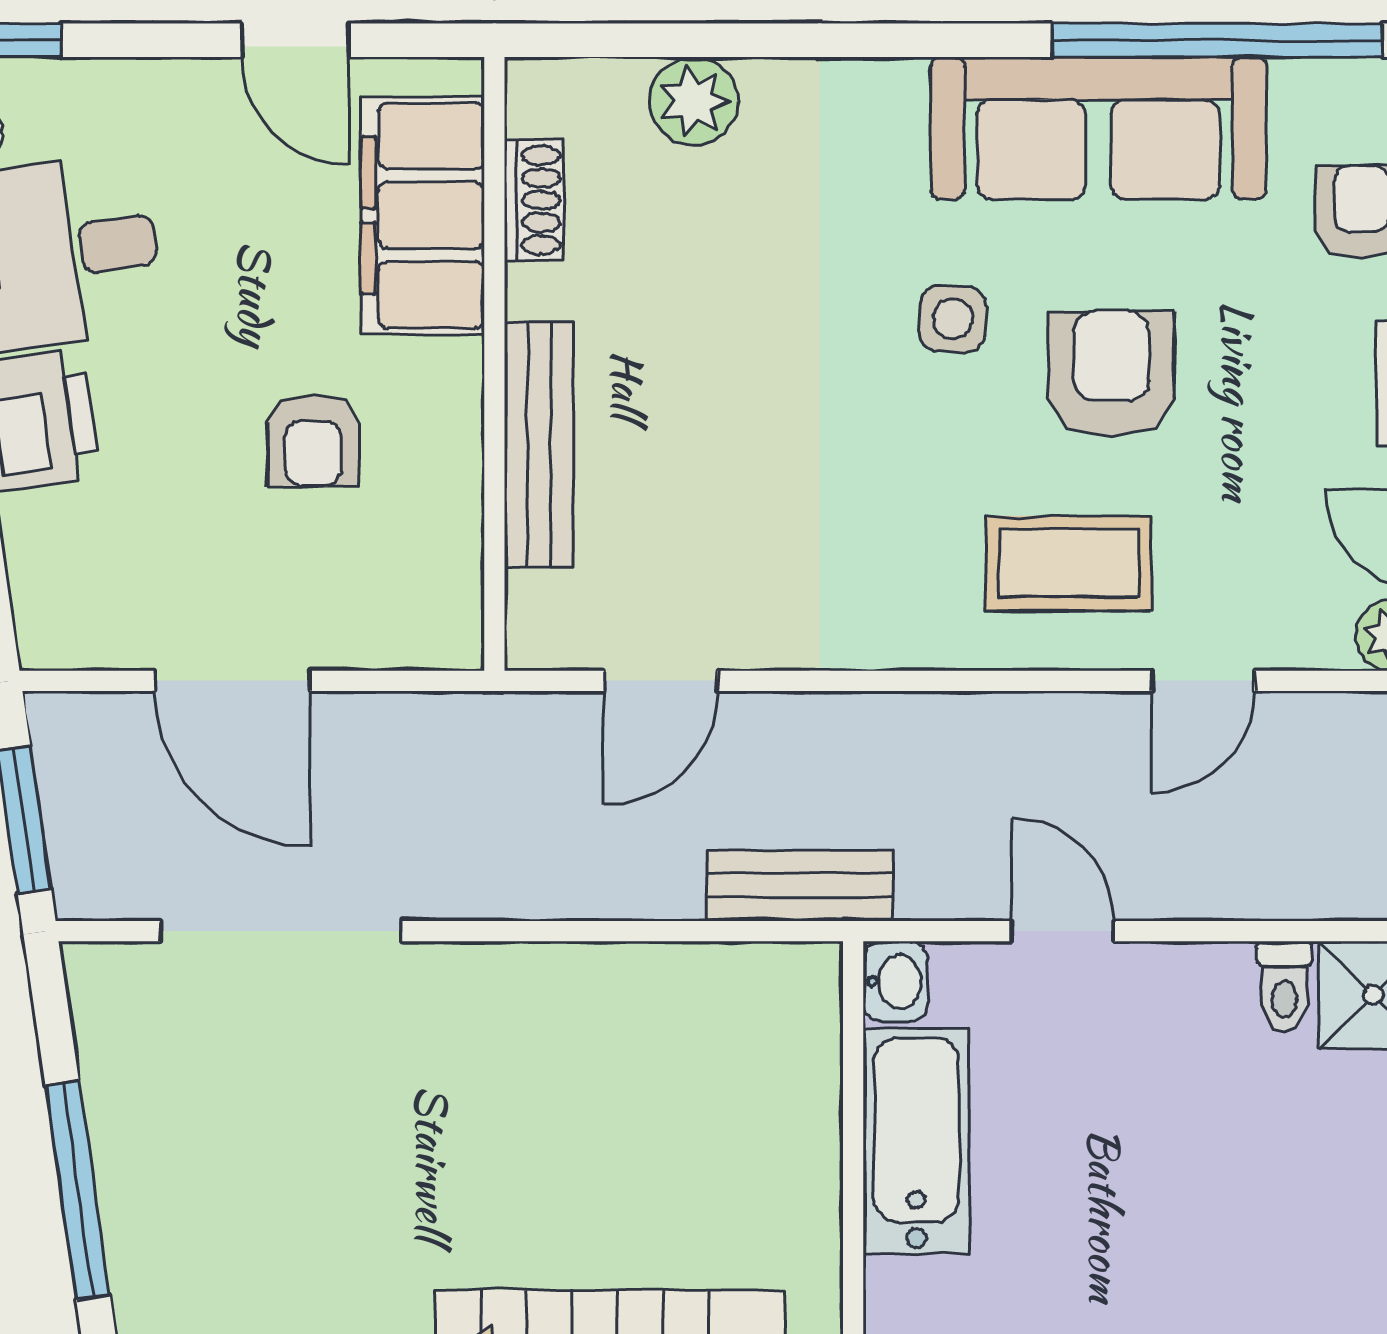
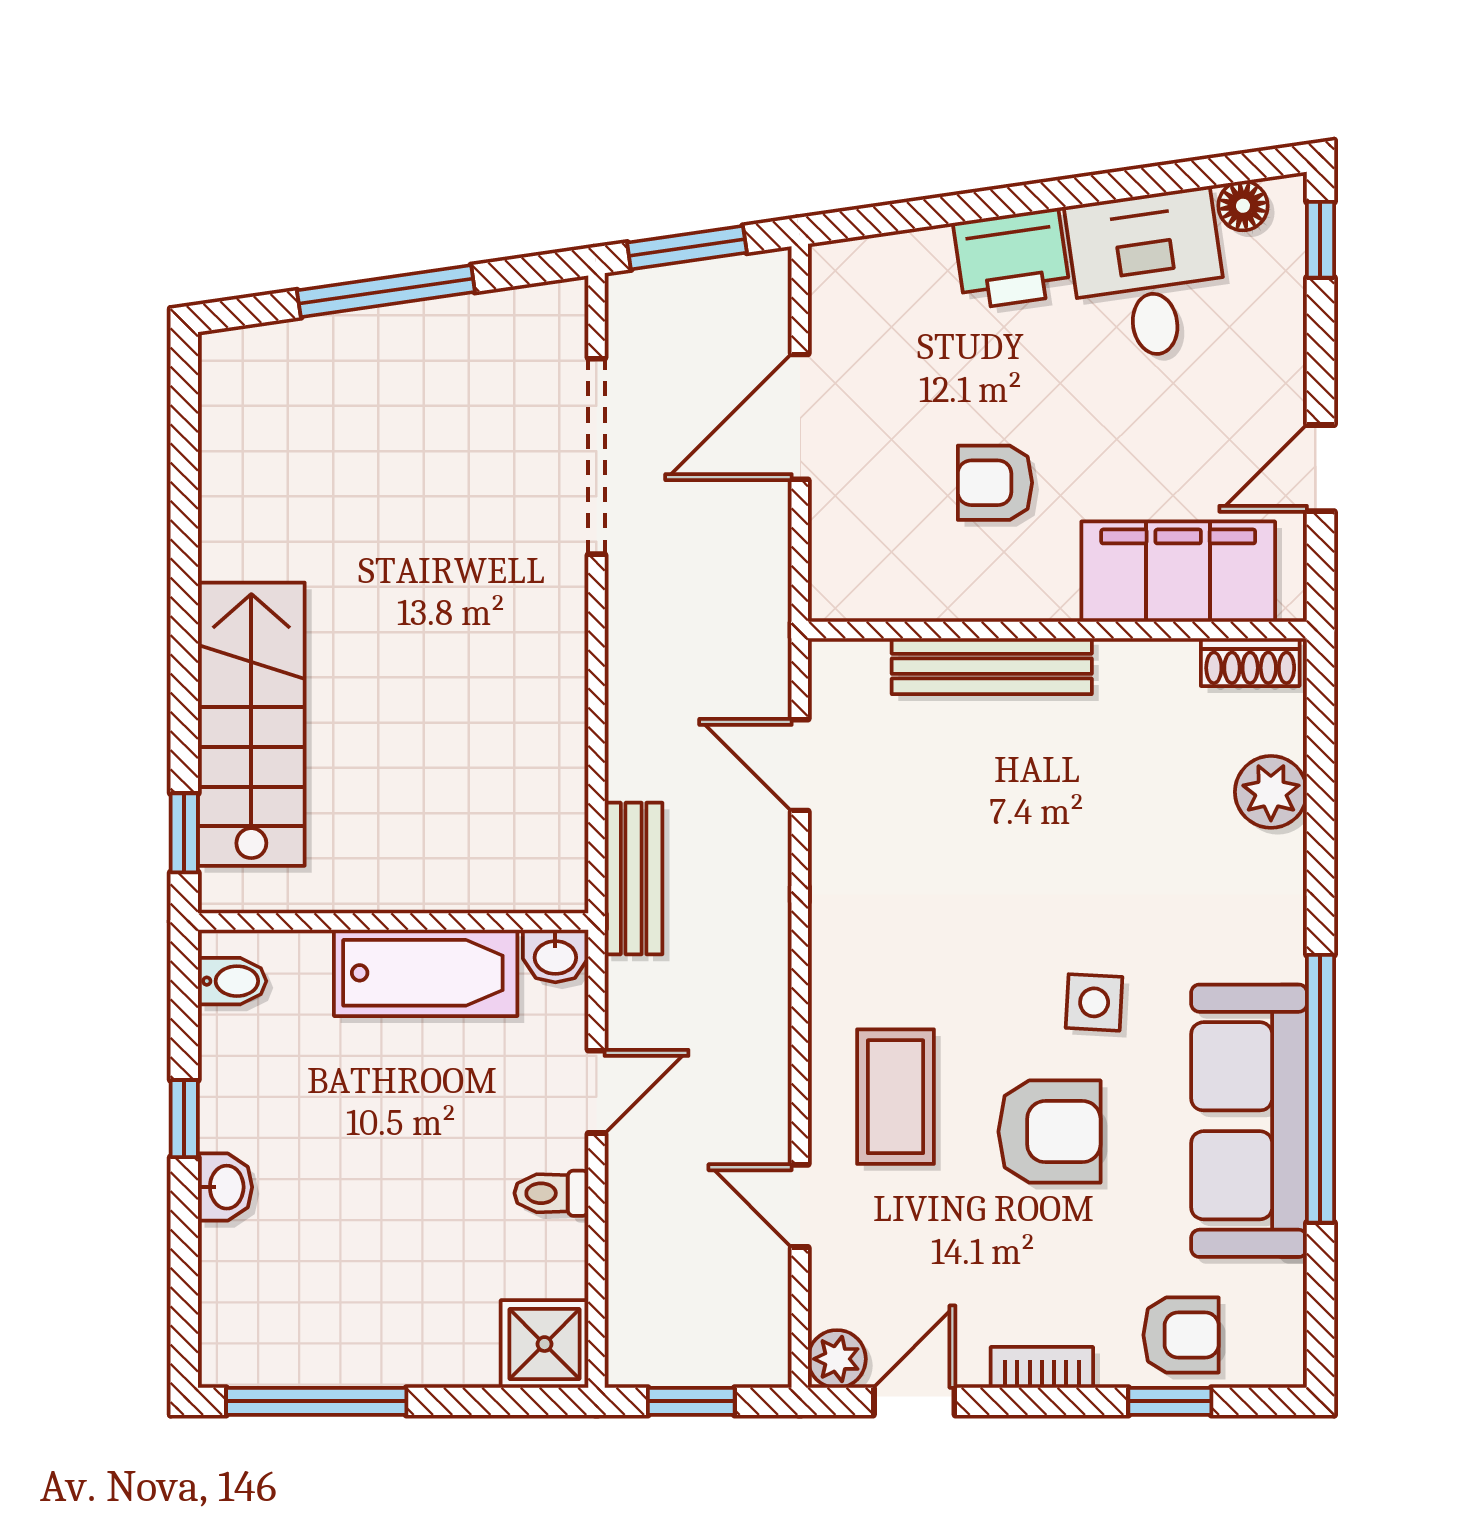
window: (1217, 40) -> (1320, 1089), moved
shoe rack: (534, 200) -> (1250, 662), moved
toilet: (1284, 987) -> (551, 1193), moved

